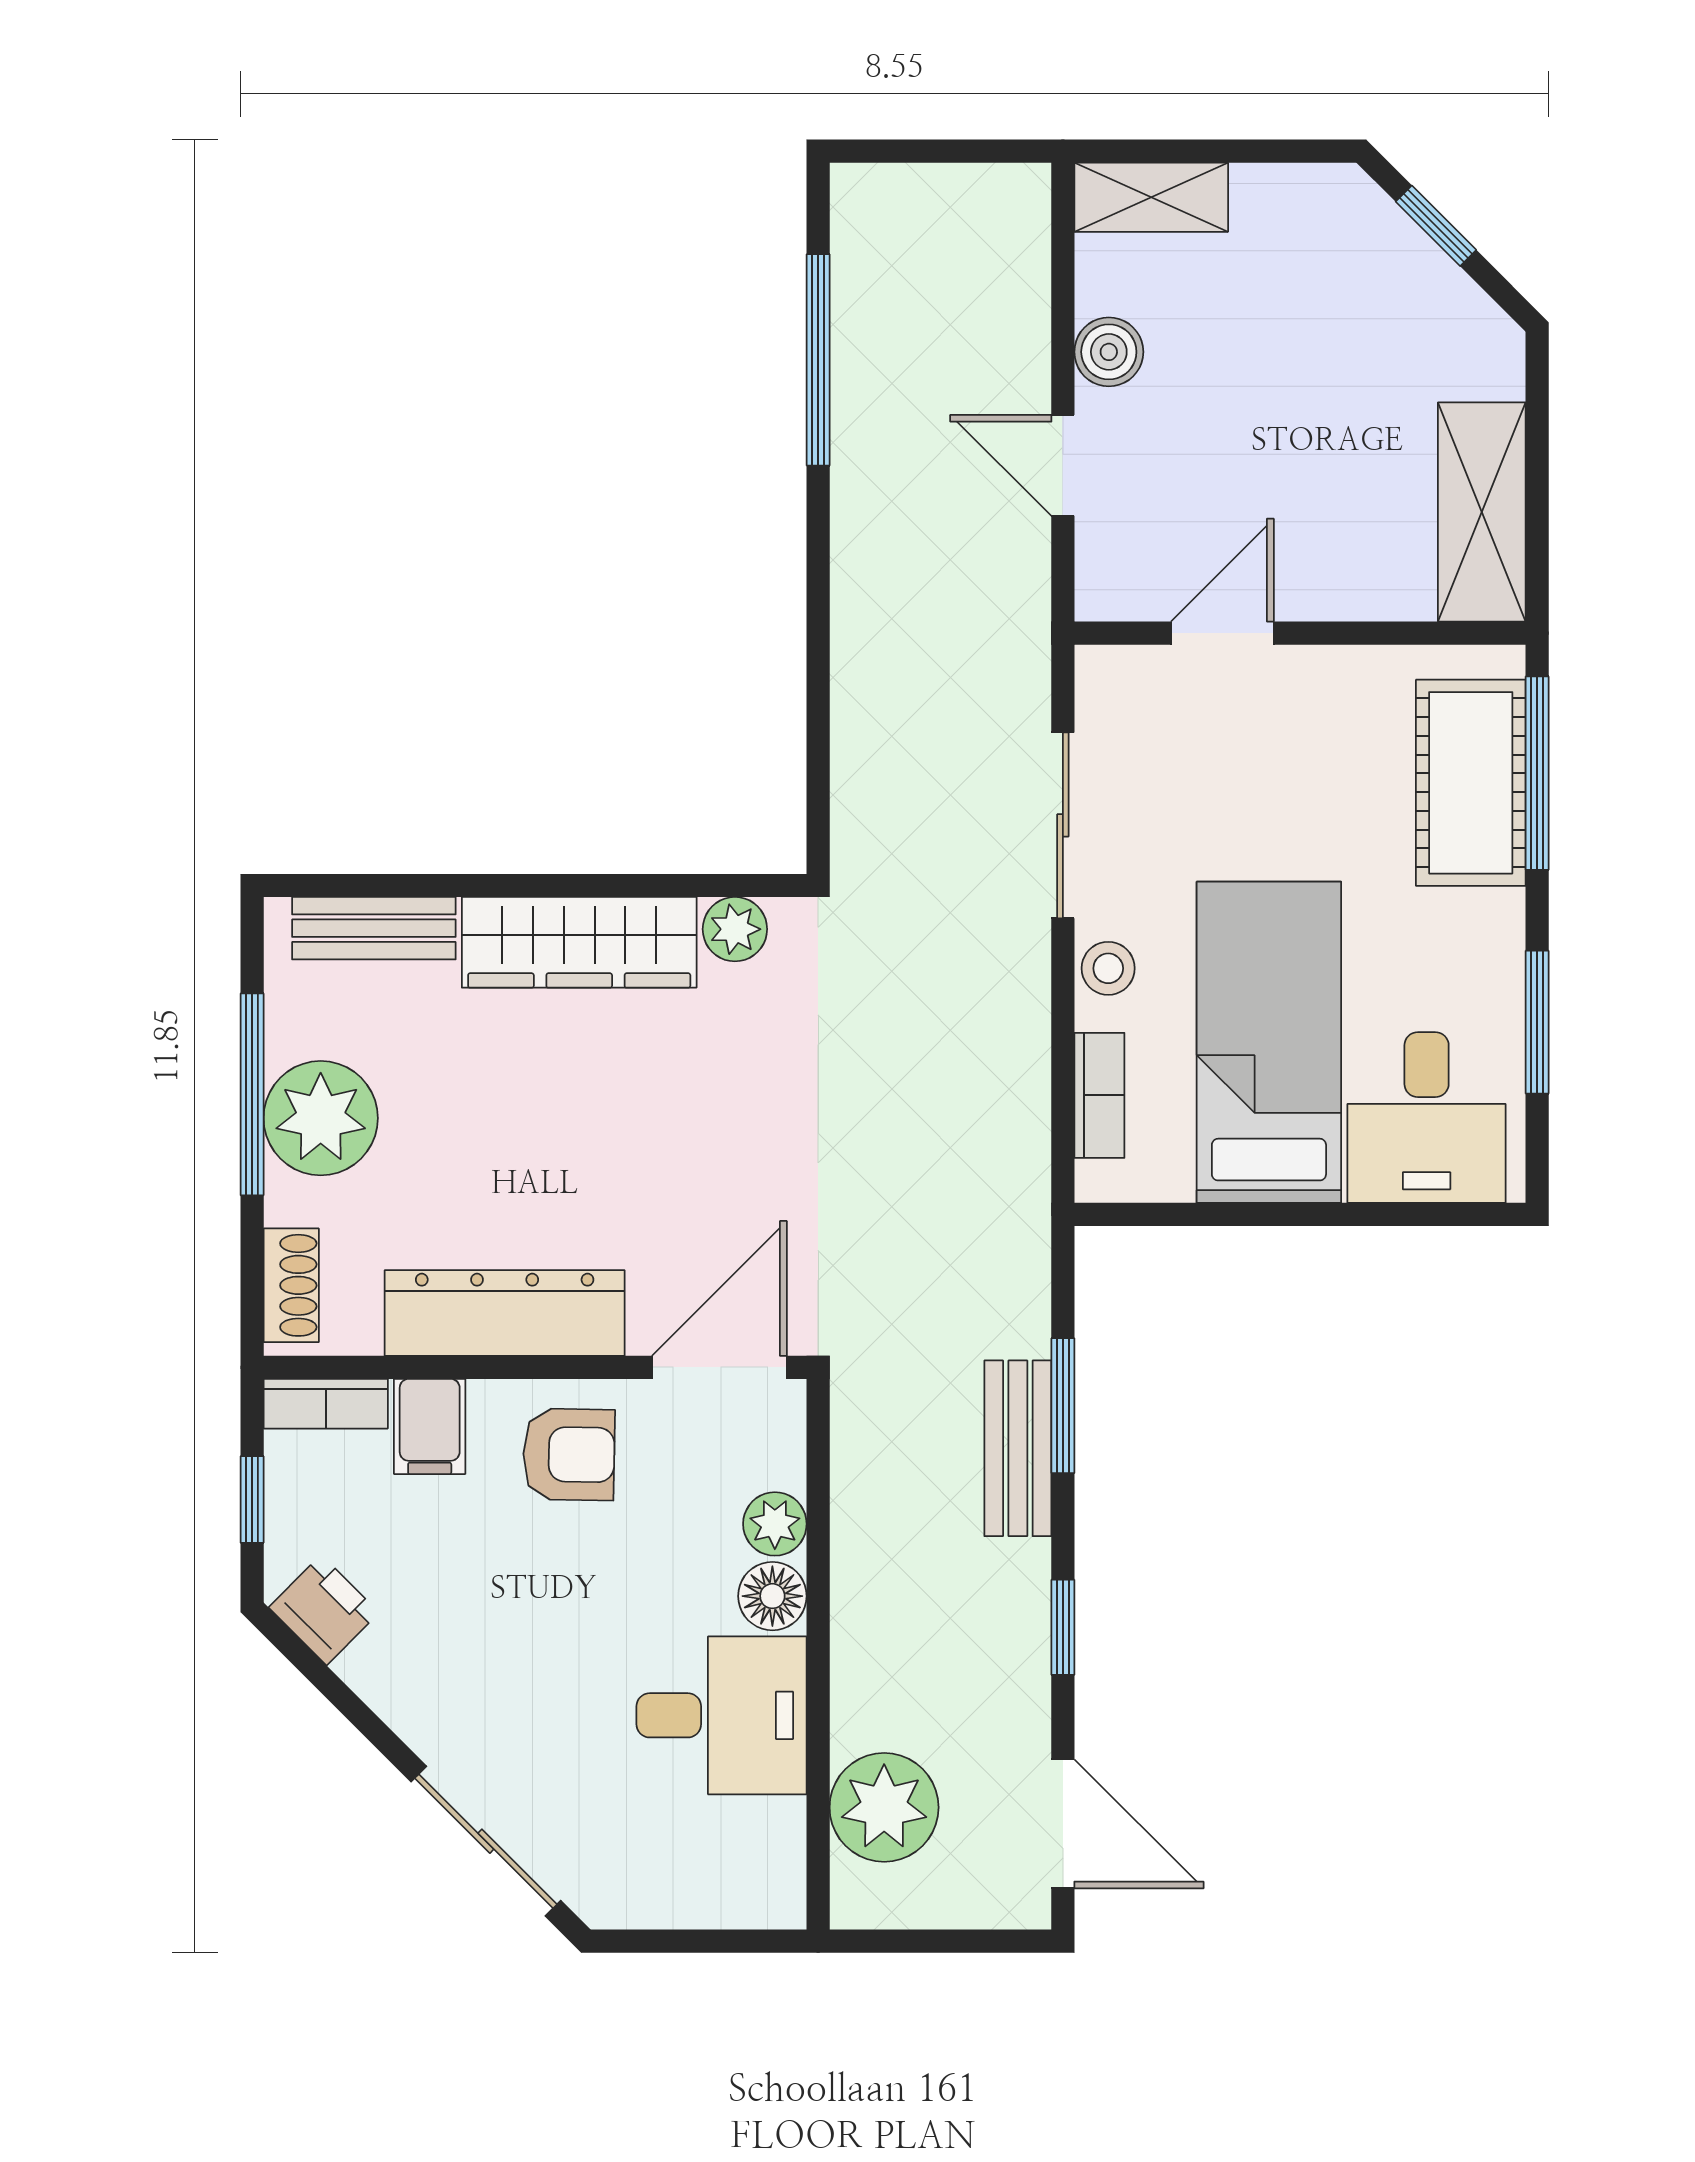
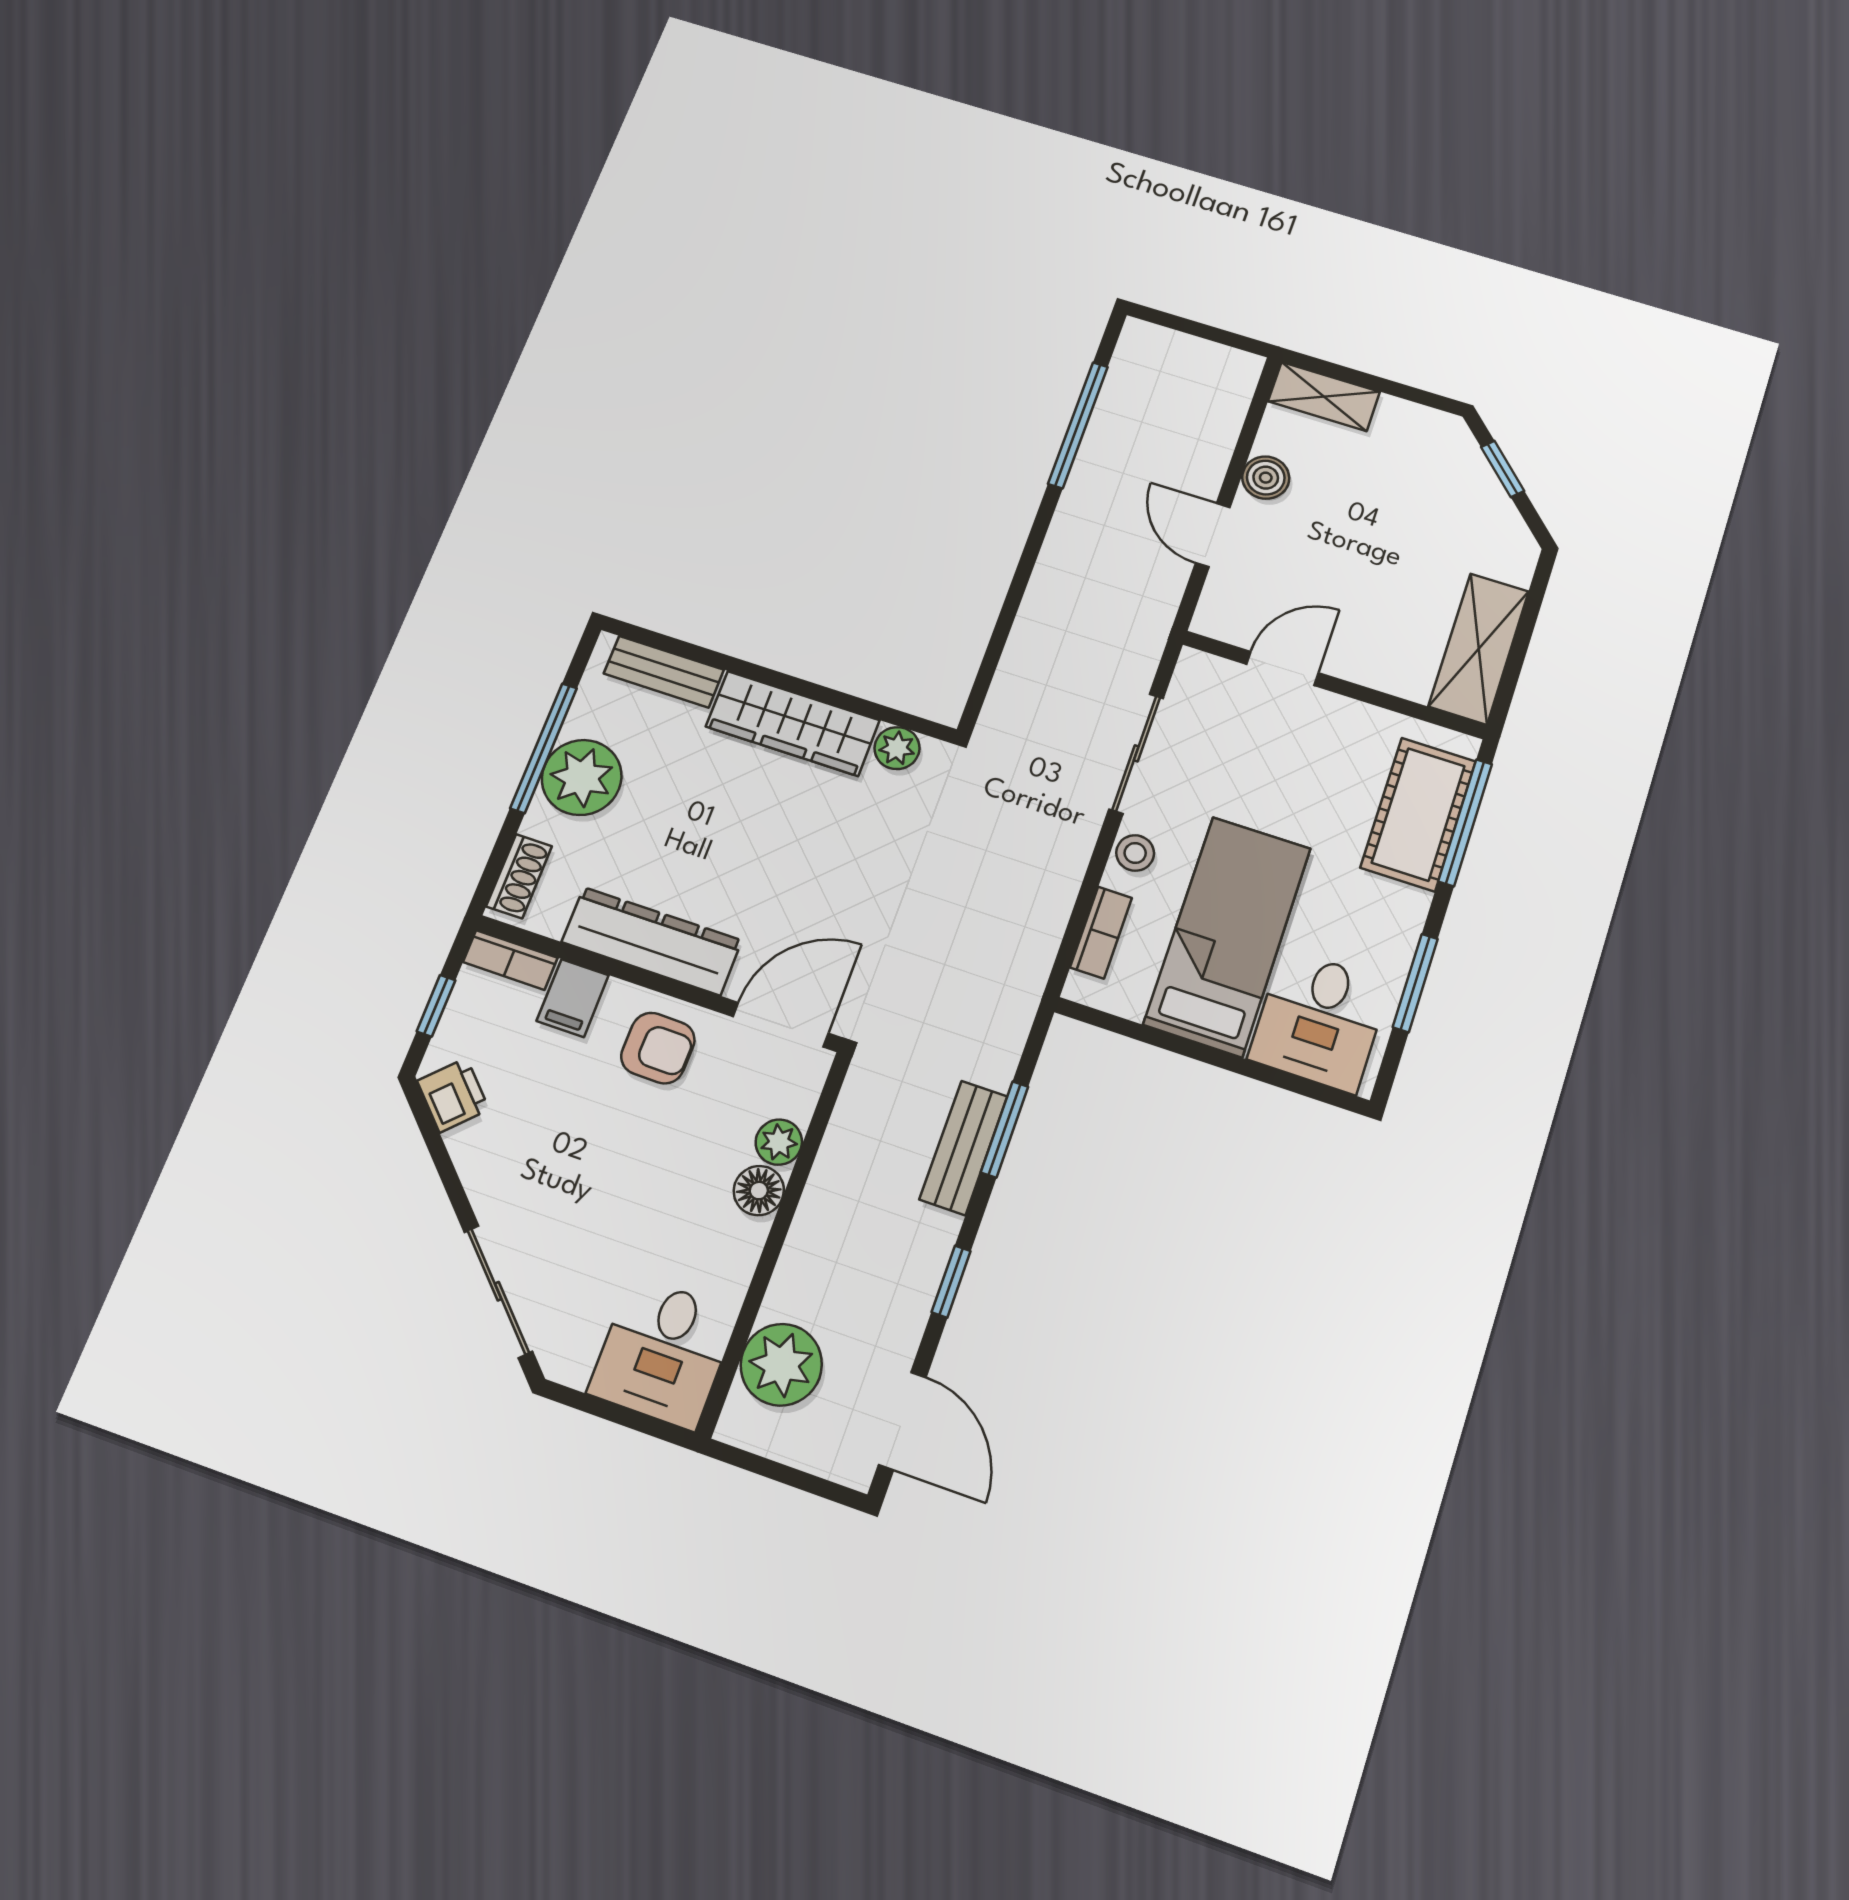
desk: (722, 1715) -> (663, 1353), moved, turned 90

